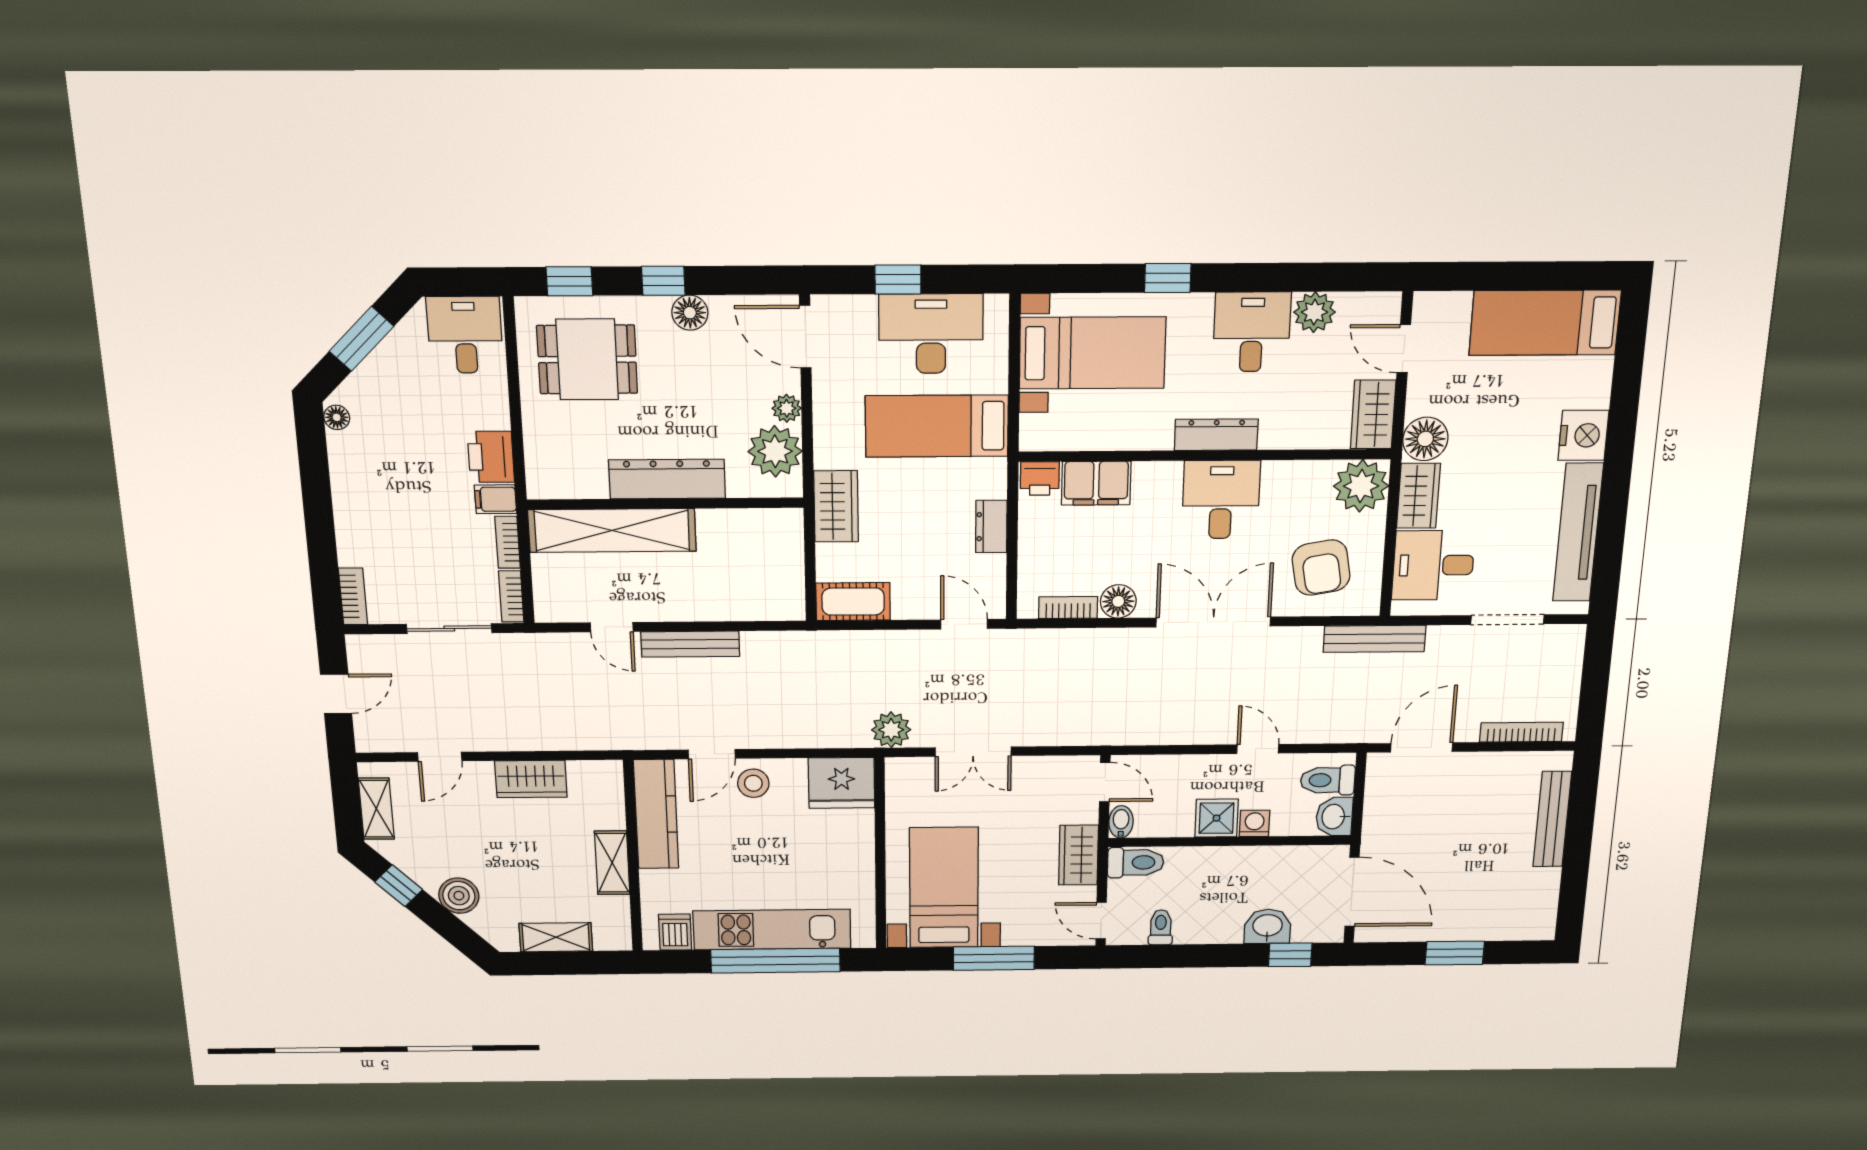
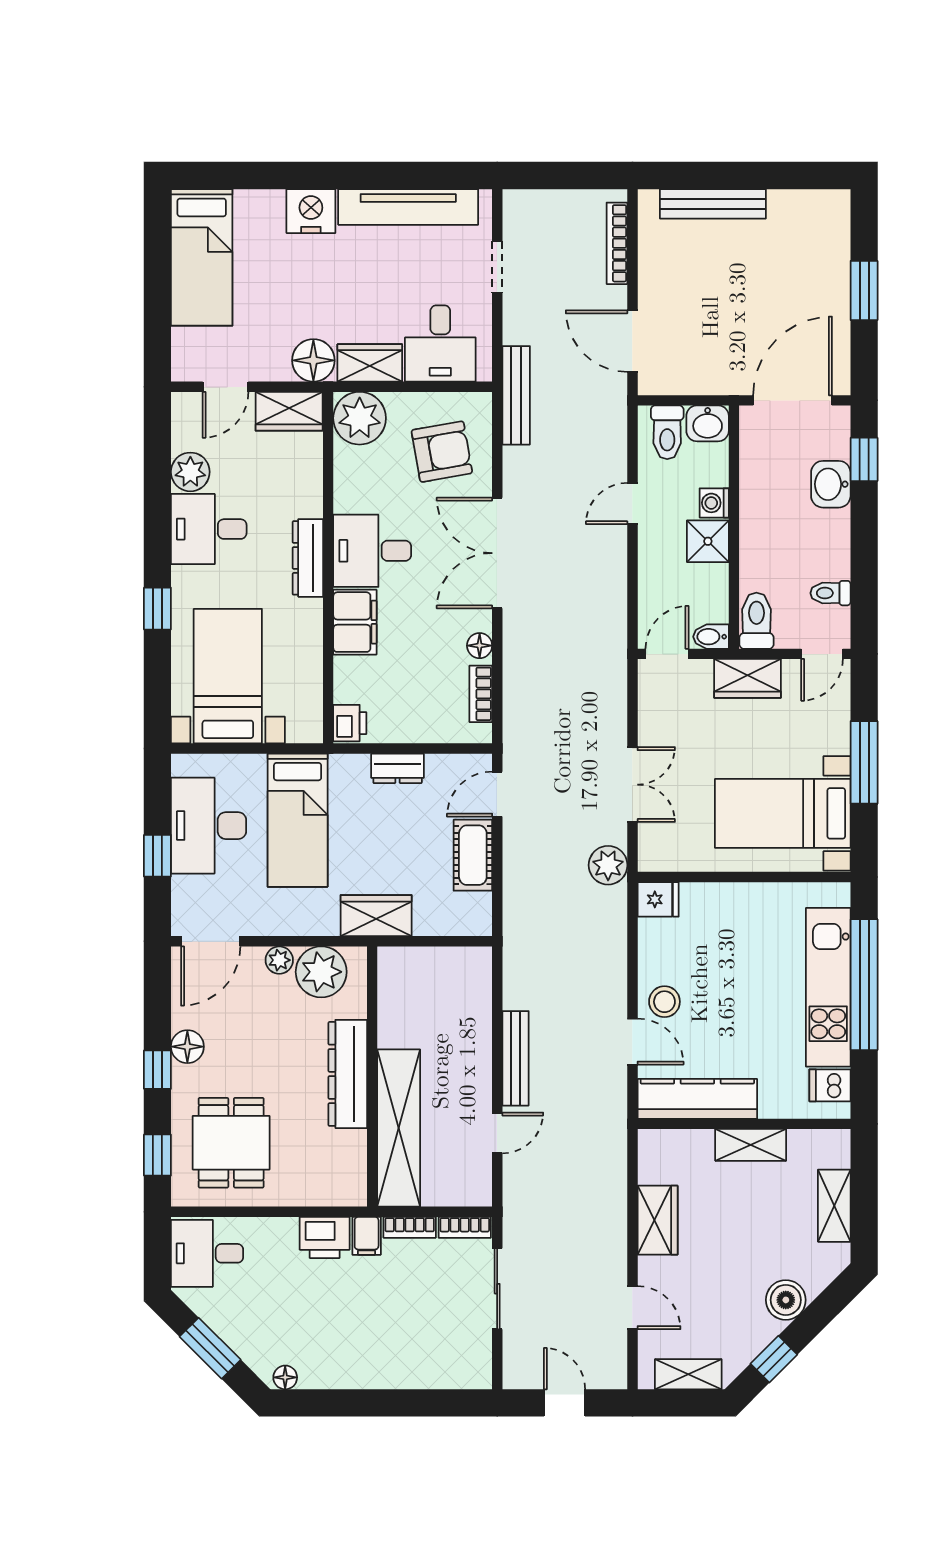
filing cabinet: (1096, 483) -> (355, 622), moved
bookcase: (353, 596) -> (463, 1378), removed
floor lamp: (1118, 601) -> (480, 646), width x0.73, depth x0.73
cot: (853, 602) -> (473, 855), moved
doorway: (1507, 620) -> (497, 267), width x0.73
fridge: (842, 783) -> (658, 899), width x0.53, depth x0.75

